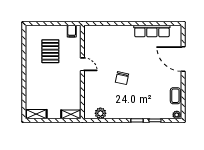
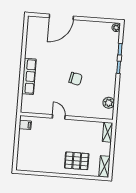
row of seats: (152, 31) -> (29, 76), moved
pallet: (50, 51) -> (77, 161), moved
door: (82, 64) -> (59, 117), hinge flipped
coffee table: (175, 96) -> (97, 27), removed

